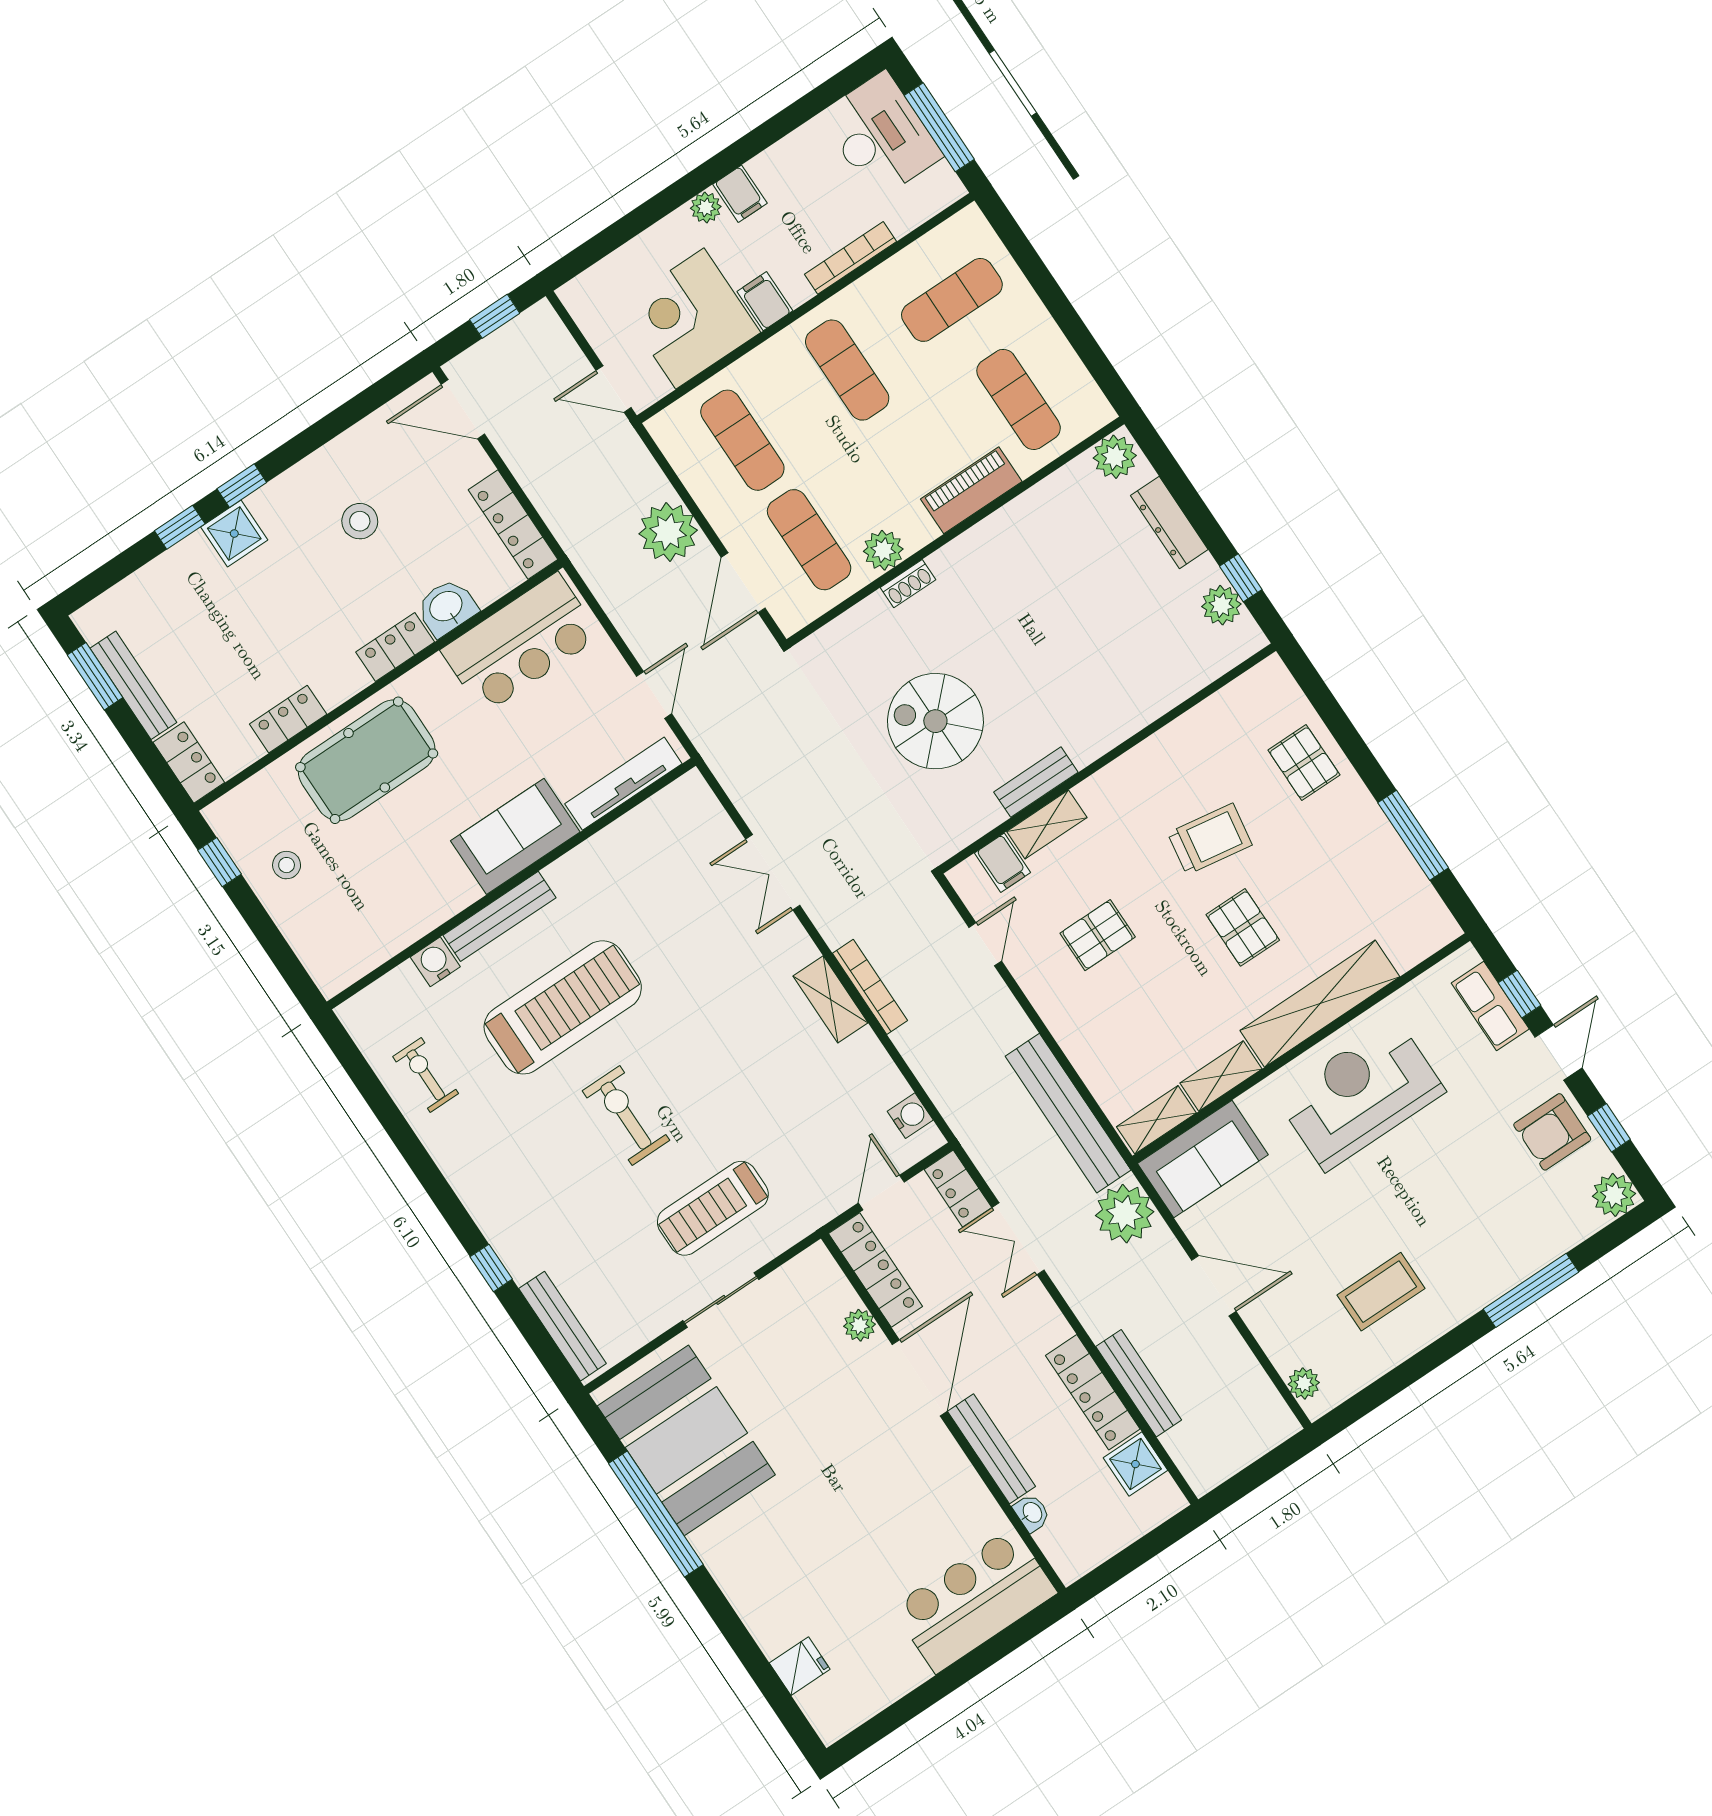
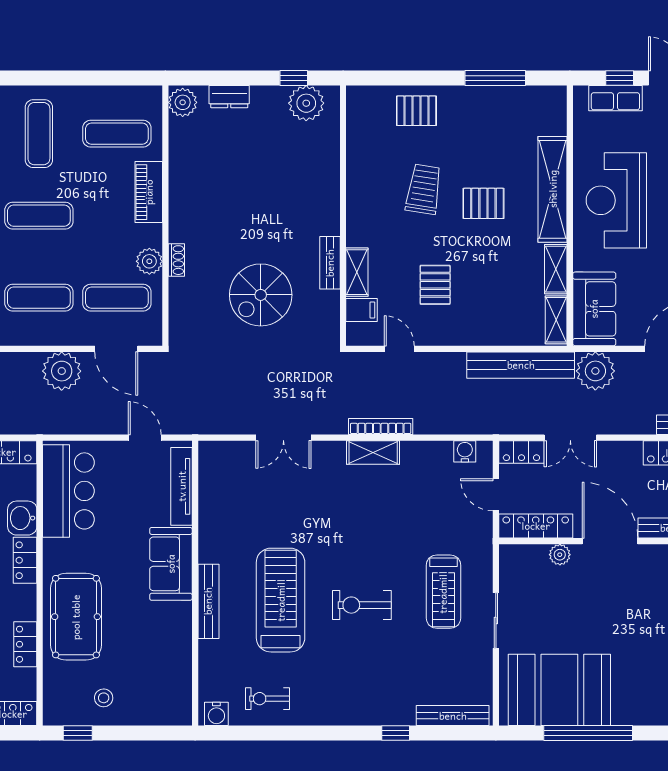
dresser: (1169, 522) -> (229, 97), width x0.70
plant: (1221, 605) -> (306, 103), width x1.36, depth x1.36
water cooler: (435, 962) -> (216, 714), moved, turned -90

